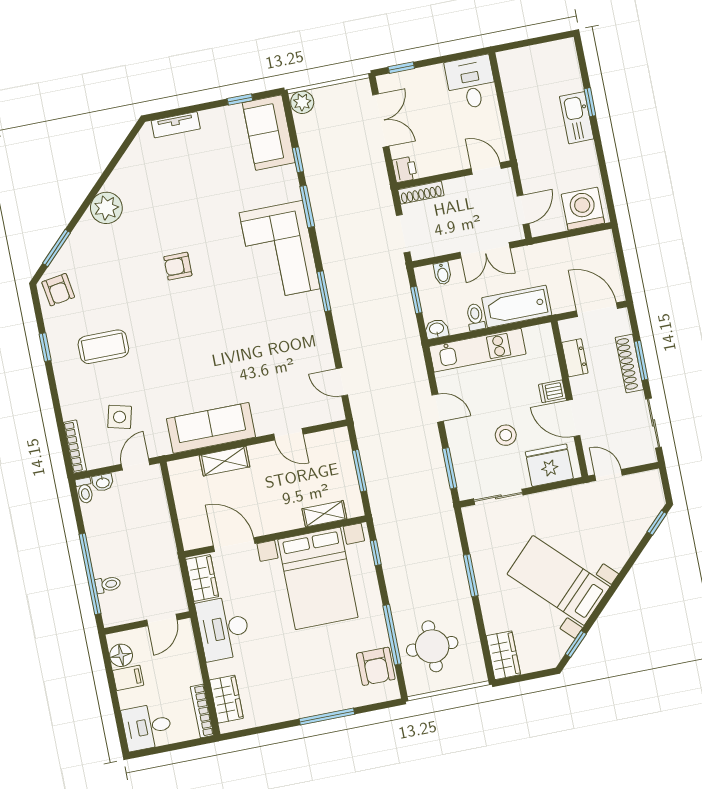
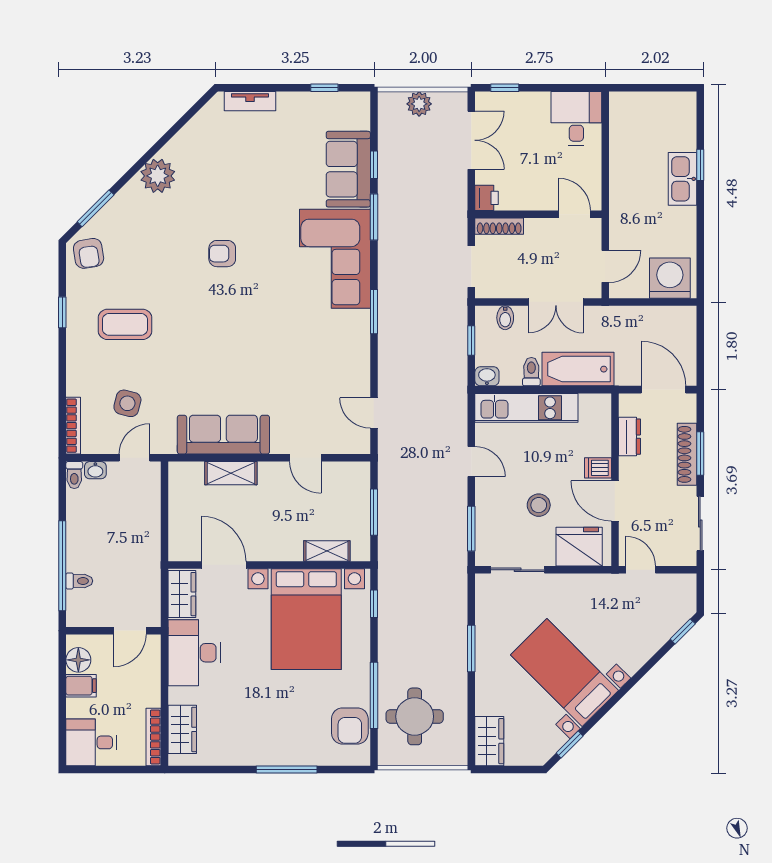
plant: (302, 102) -> (419, 104), moved
sofa: (269, 133) -> (348, 169), moved

